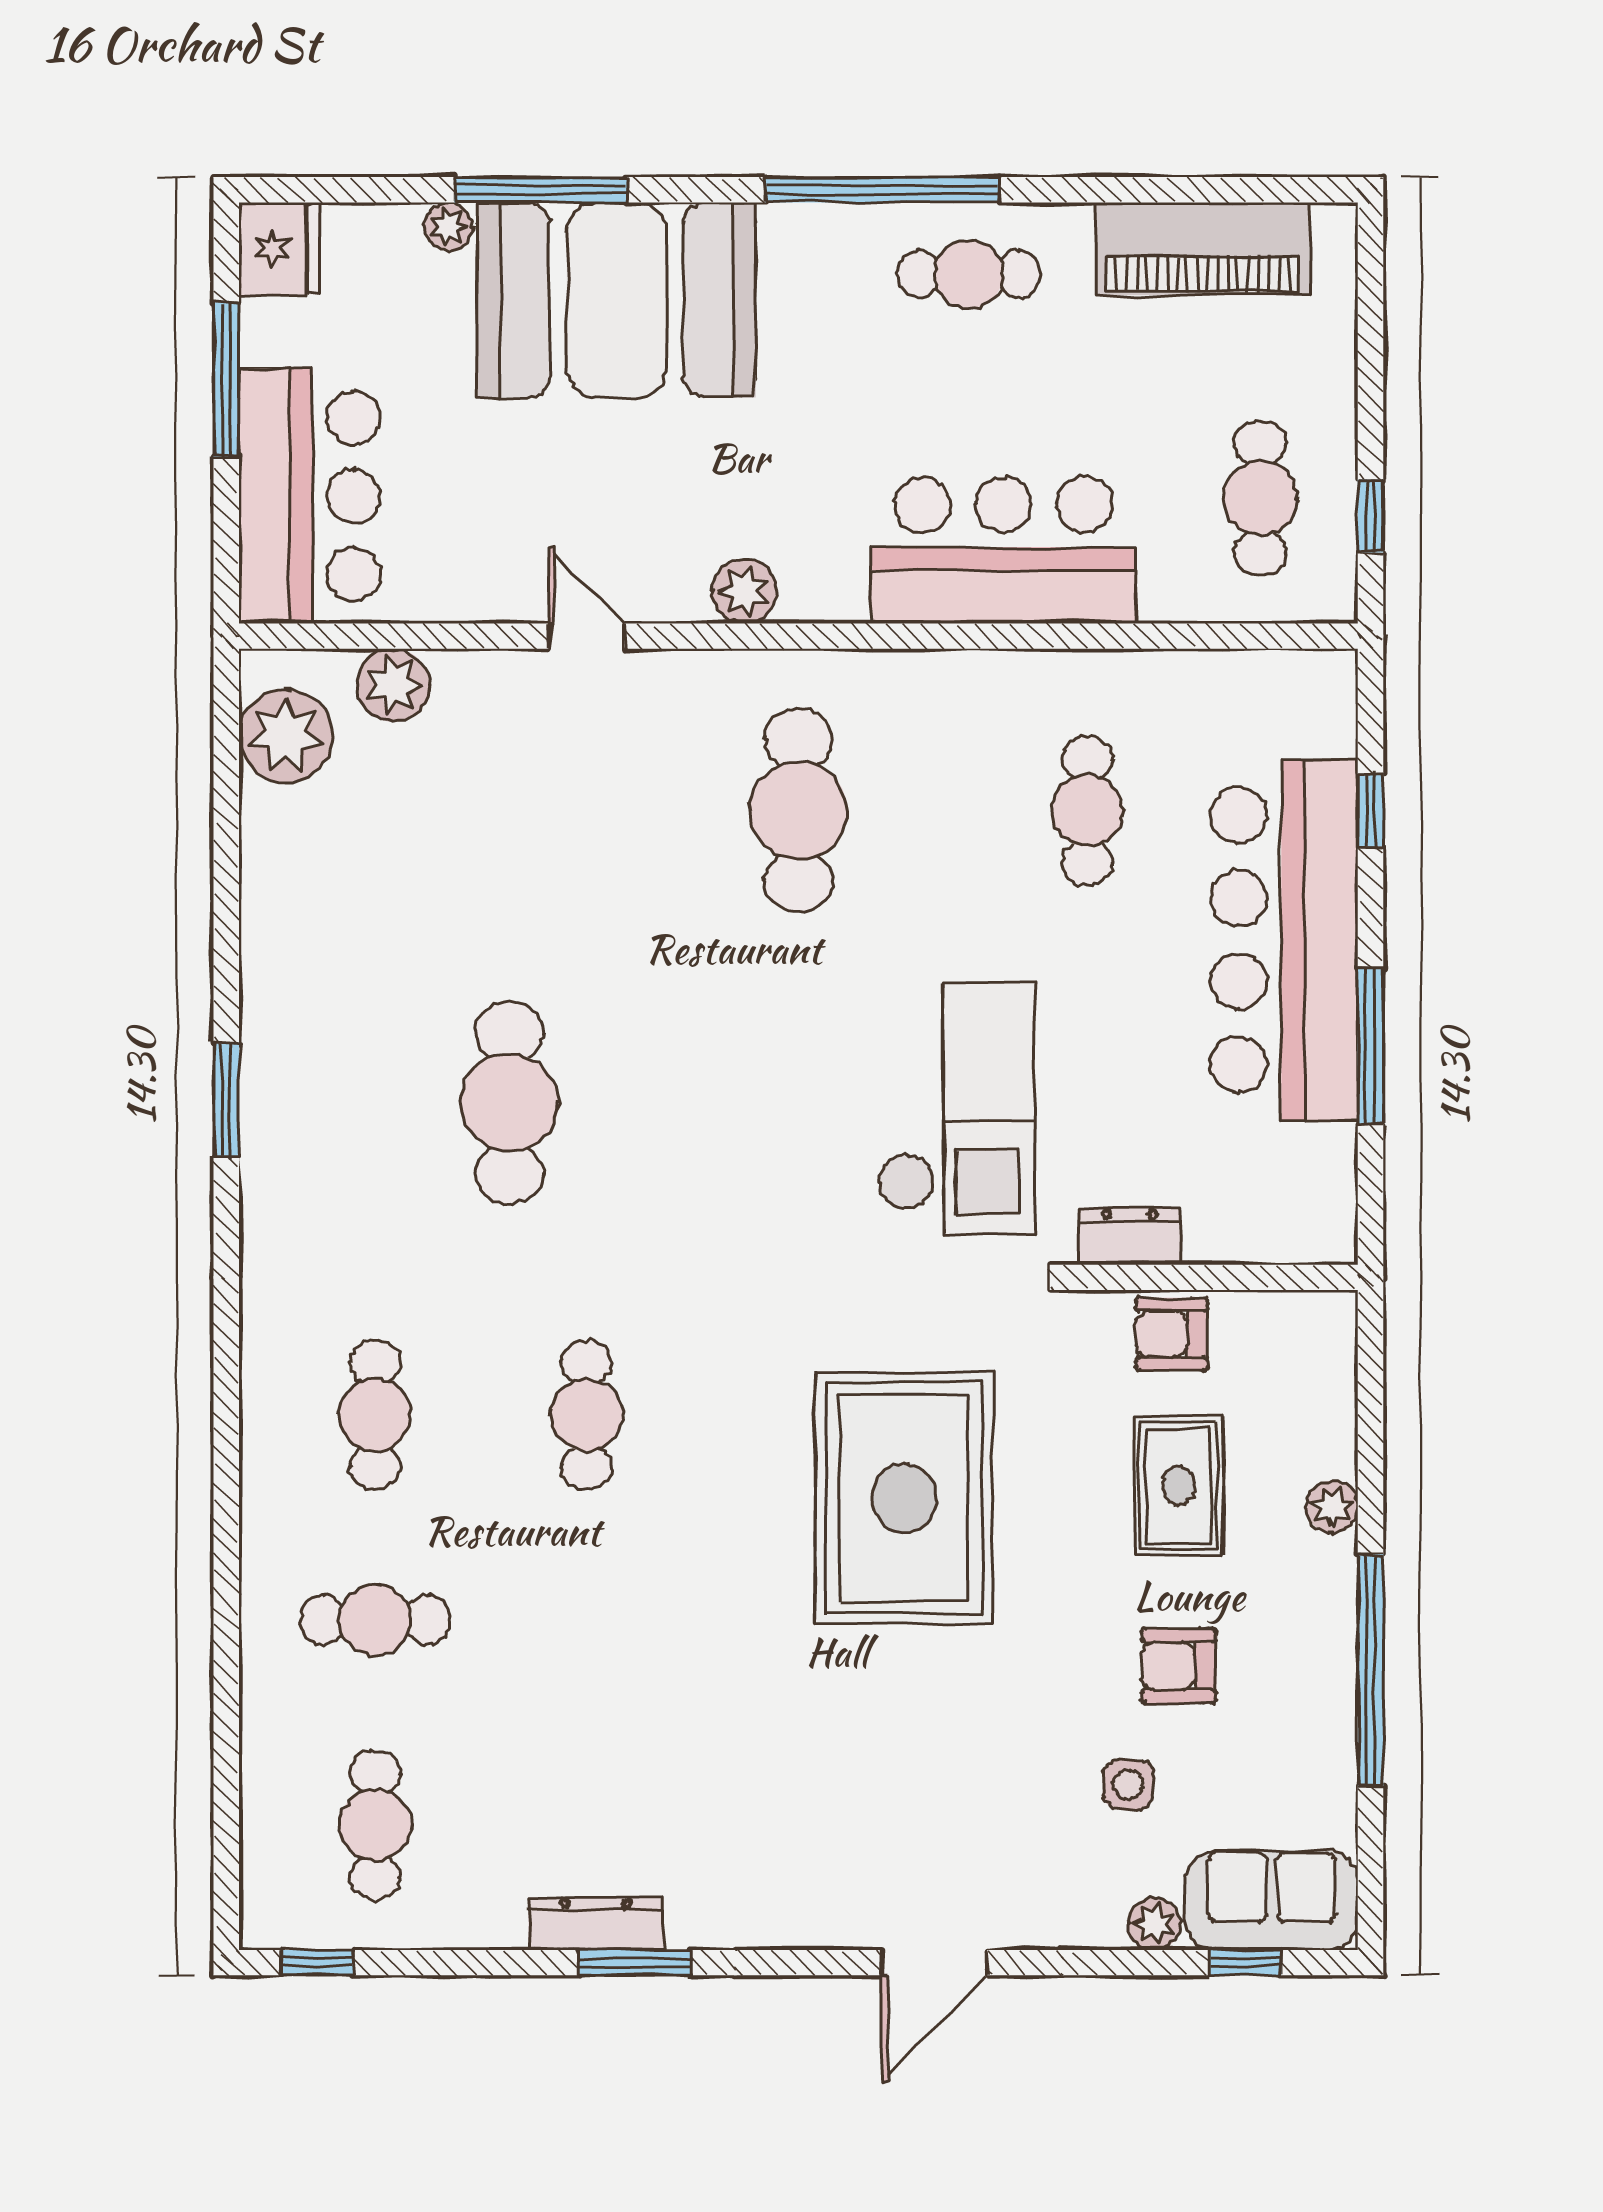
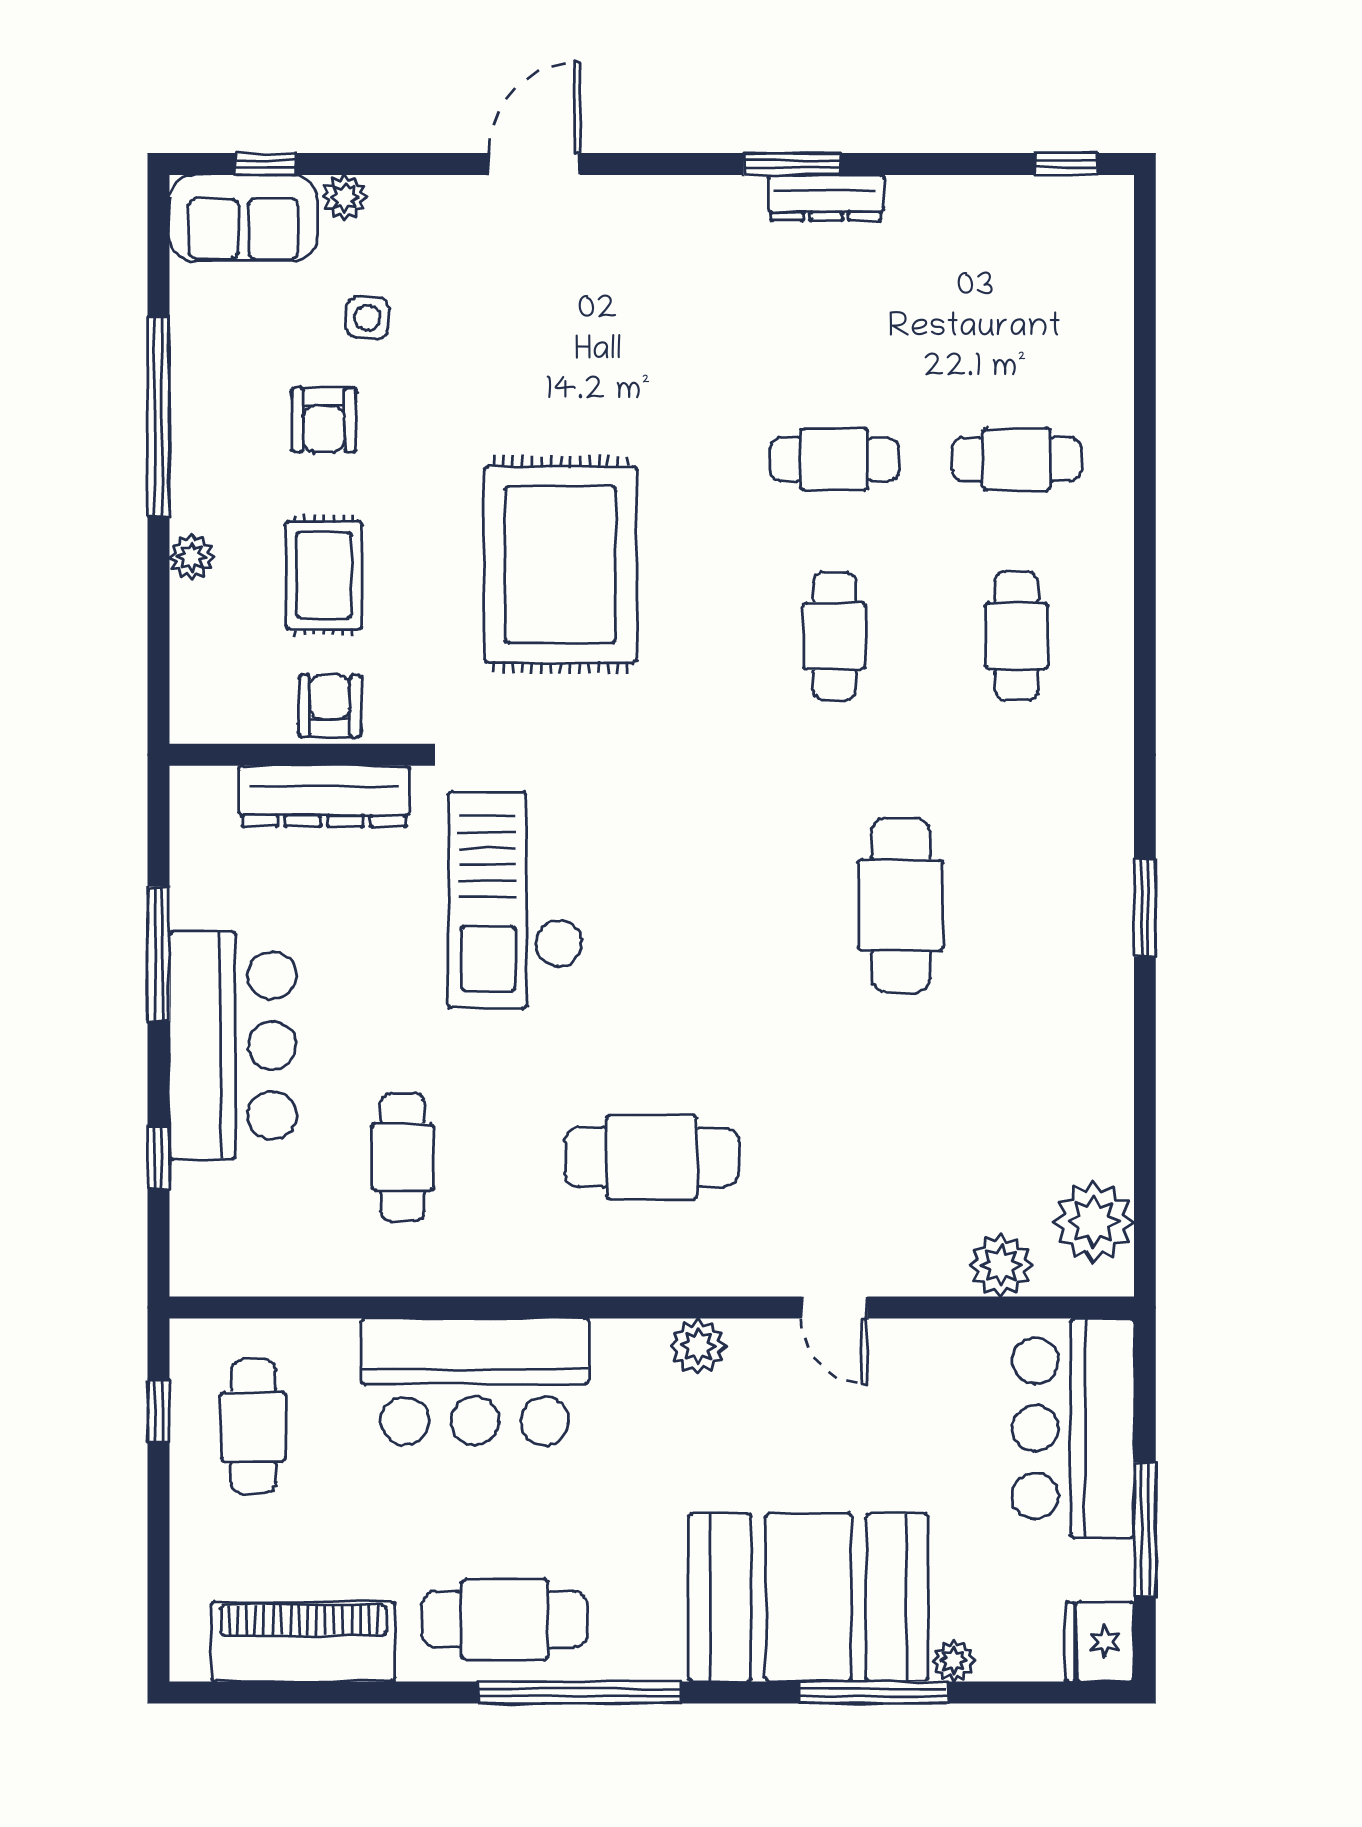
cafe table: (969, 274) -> (505, 1620), width x1.37, depth x1.35
cafe table: (798, 811) -> (652, 1157), turned 90
bar counter: (1284, 940) -> (233, 1046), width x0.73
dresser: (1130, 1236) -> (324, 796), width x1.96, depth x1.24
armchair: (1172, 1334) -> (330, 706), turned -90
armchair: (1179, 1666) -> (324, 420), turned 90
cafe table: (375, 1825) -> (834, 459), moved, turned 90

